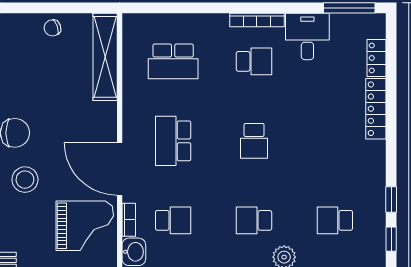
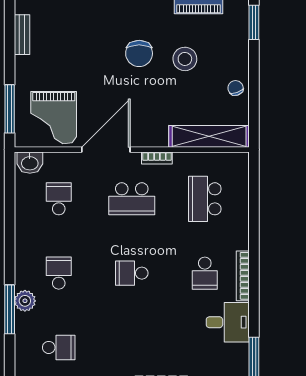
school desk: (173, 141) -> (132, 199), turned 180
stool: (25, 180) -> (185, 59), moved
bookcase: (129, 220) -> (157, 158), moved
school desk: (173, 220) -> (59, 199), turned 180
school desk: (335, 220) -> (59, 347), turned 90

